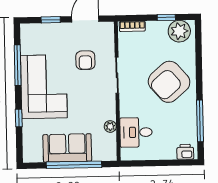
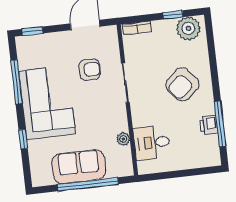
window: (51, 20) -> (32, 31), moved
armchair: (85, 60) -> (89, 70), turned -90
armchair: (169, 82) -> (182, 84), width x0.73, depth x0.73
printer: (185, 152) -> (209, 125), moved, turned -90

